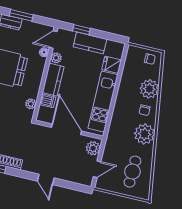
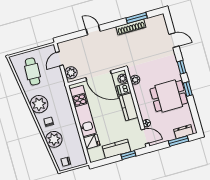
door: (53, 40) -> (145, 136), hinge flipped
plant: (56, 58) -> (123, 79), moved

